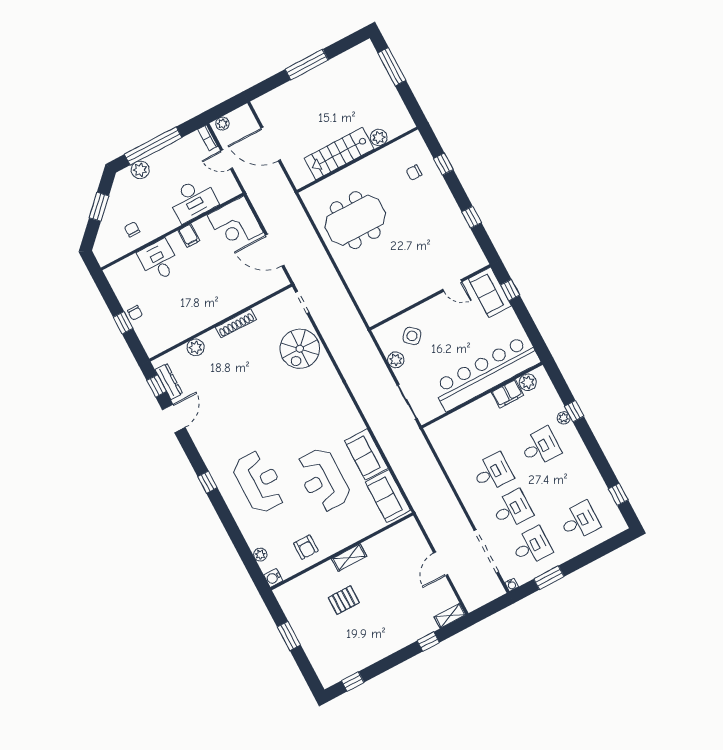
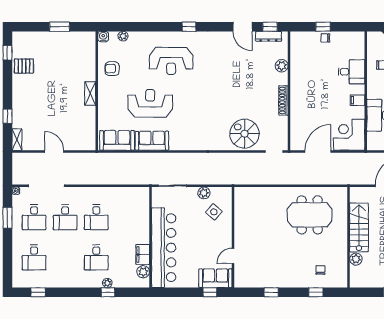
meeting table: (355, 220) -> (310, 215), turned 90
pallet: (344, 600) -> (24, 66), moved, turned 90

